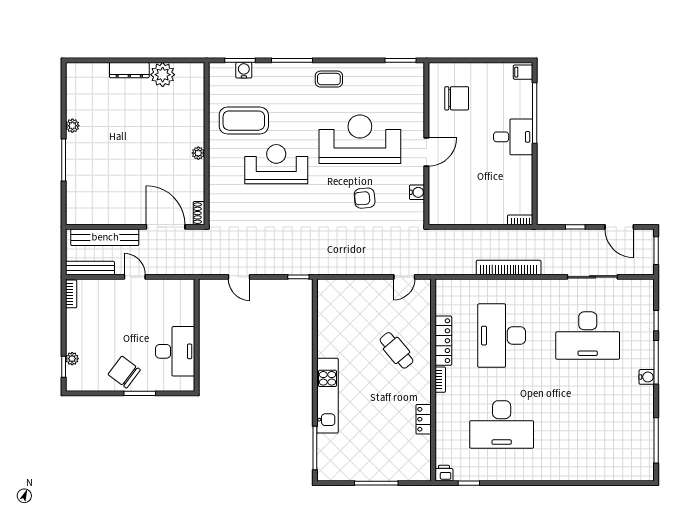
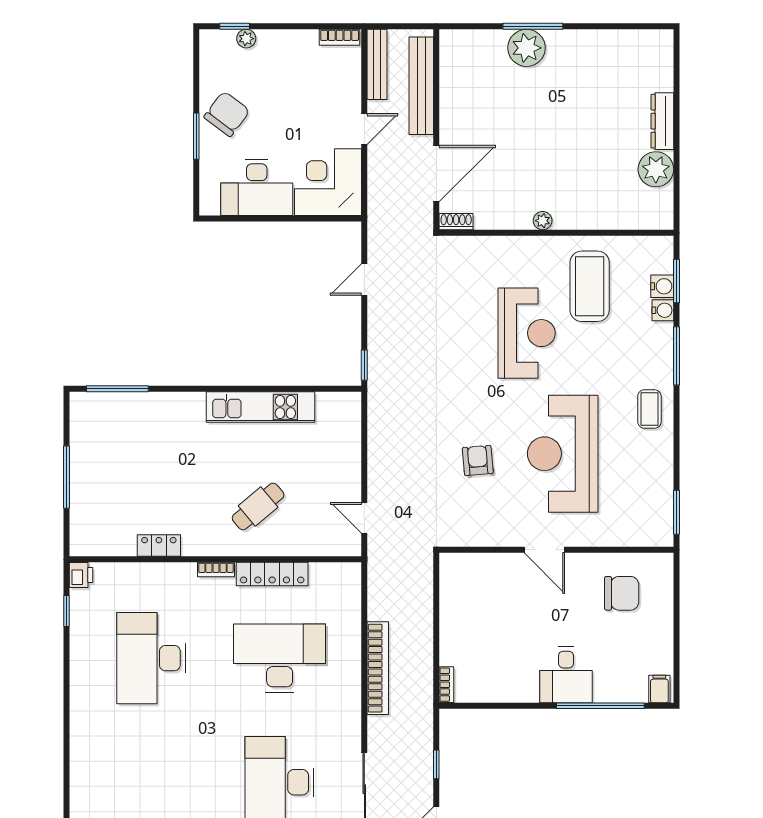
chair: (457, 98) -> (622, 593), turned -90
plant: (72, 126) -> (527, 48), moved, width x1.88, depth x1.88
reception desk: (360, 139) -> (563, 454), turned 180
water cooler: (417, 192) -> (663, 310), moved, turned -90
corner desk: (172, 302) -> (328, 182), added
kitchen unit: (327, 396) -> (260, 407), moved

